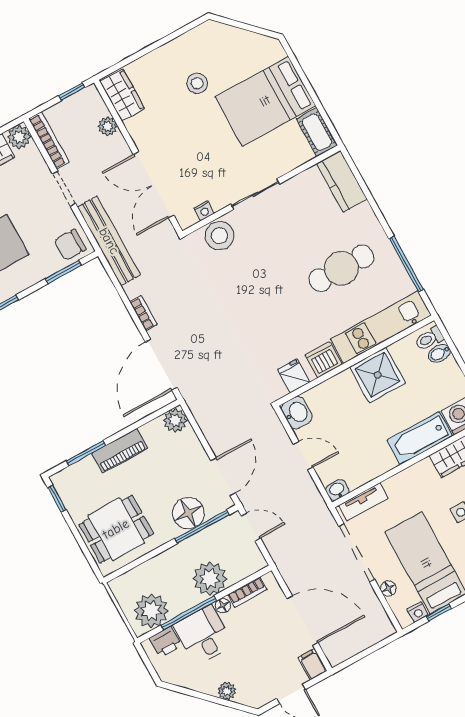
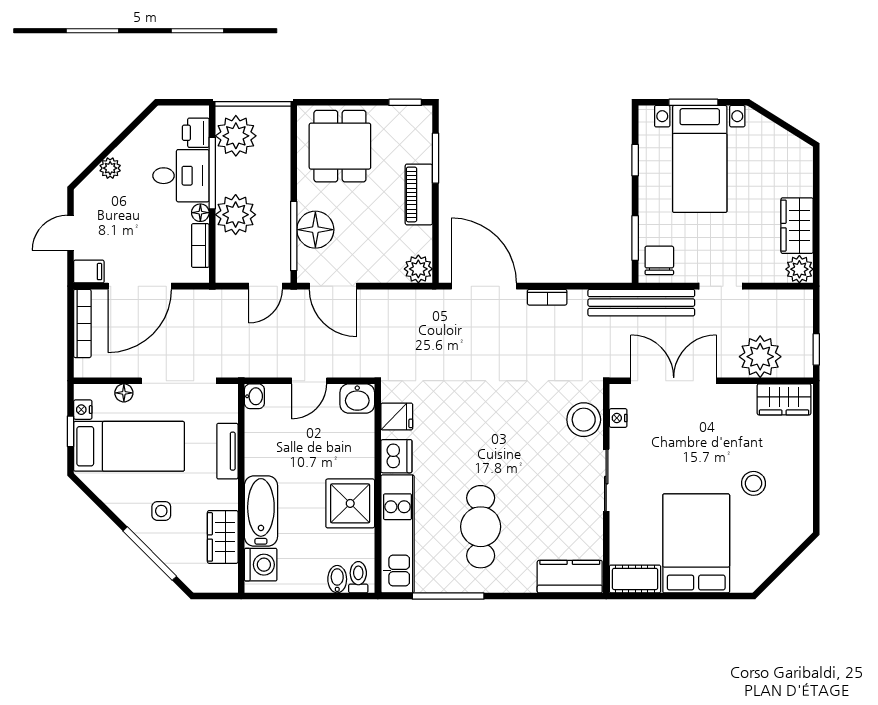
plant: (108, 126) -> (760, 357), width x1.88, depth x1.88
bookcase: (49, 140) -> (82, 323), moved, turned -90
tv unit: (363, 502) -> (227, 451), moved

